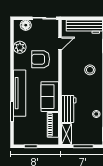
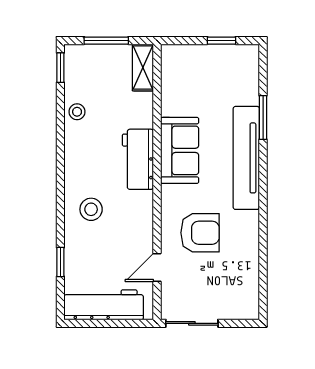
floor lamp: (26, 25) -> (233, 308), removed
plant: (20, 47) -> (246, 259), removed
workbench: (69, 109) -> (138, 159), moved
piano: (53, 125) -> (173, 88), removed

